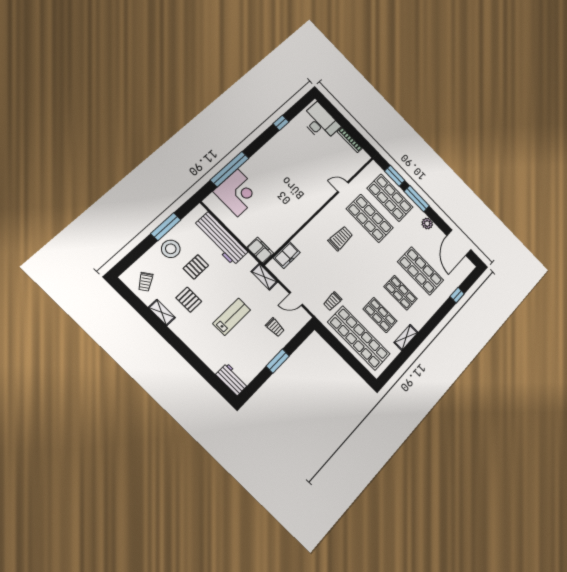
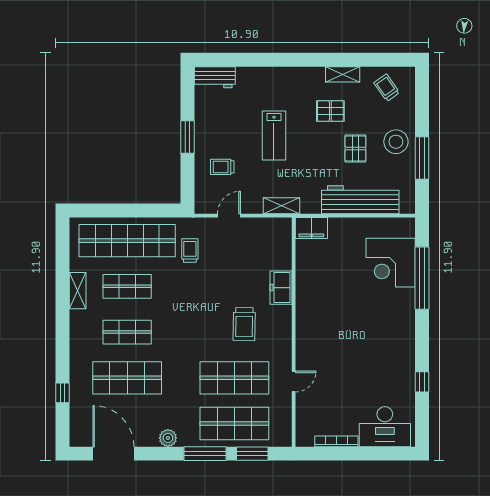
freezer: (287, 255) -> (281, 288), moved

